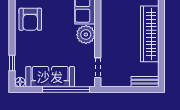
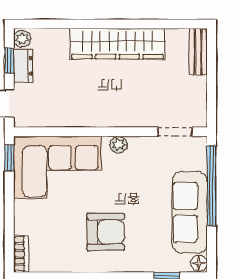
armchair: (30, 19) -> (106, 232), moved
plant: (86, 35) -> (119, 145), width x0.53, depth x0.53

